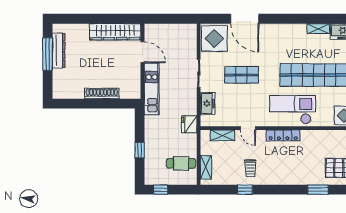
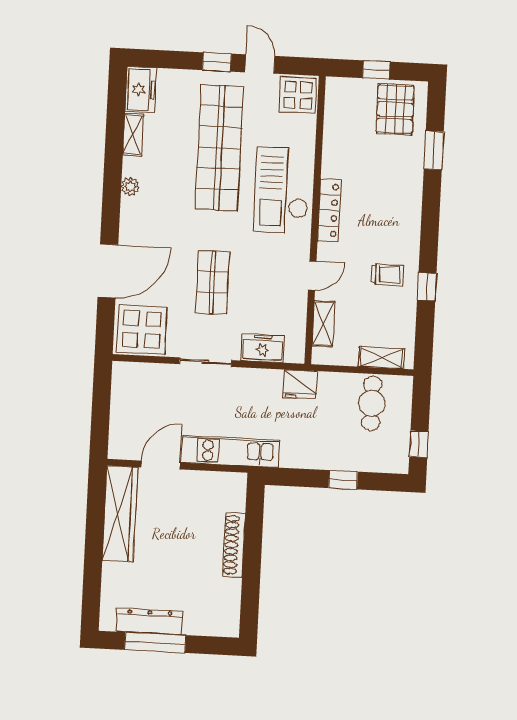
plant: (290, 28) -> (130, 187), added

